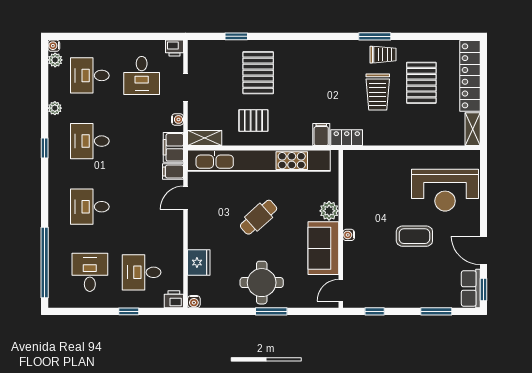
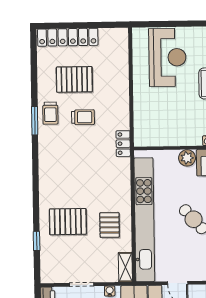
trolley: (383, 55) -> (50, 113), turned 180
trolley: (378, 92) -> (83, 117), width x0.73, depth x0.72
shelving: (473, 129) -> (114, 34), removed
filing cabinet: (321, 134) -> (121, 166), removed

